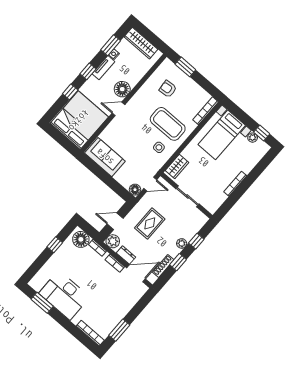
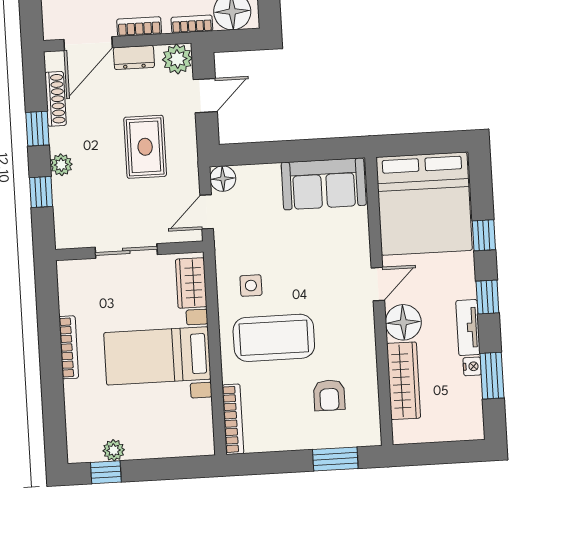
wardrobe: (141, 43) -> (404, 381), moved, turned 90
armchair: (168, 89) -> (329, 395), turned 95
bed with nightstands: (222, 135) -> (157, 356), moved, turned -90

